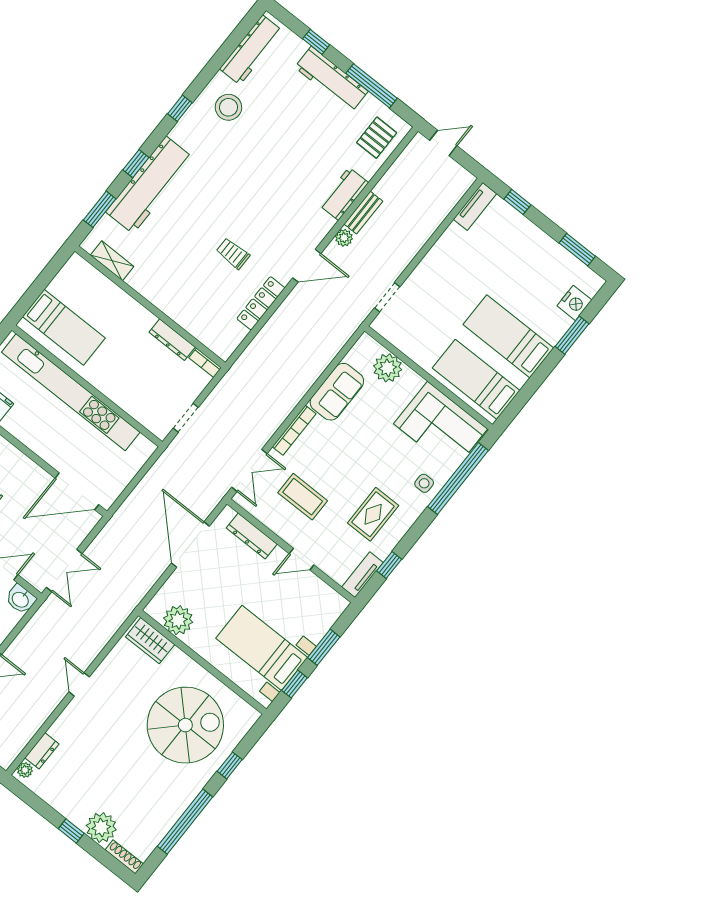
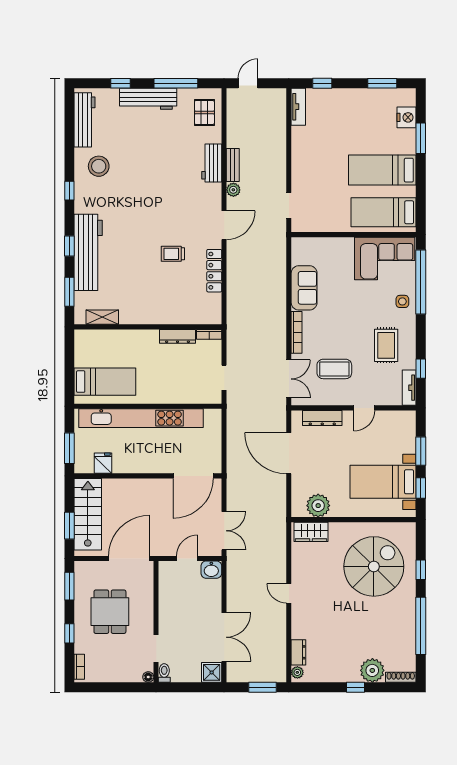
plant: (388, 368) -> (324, 248), removed

